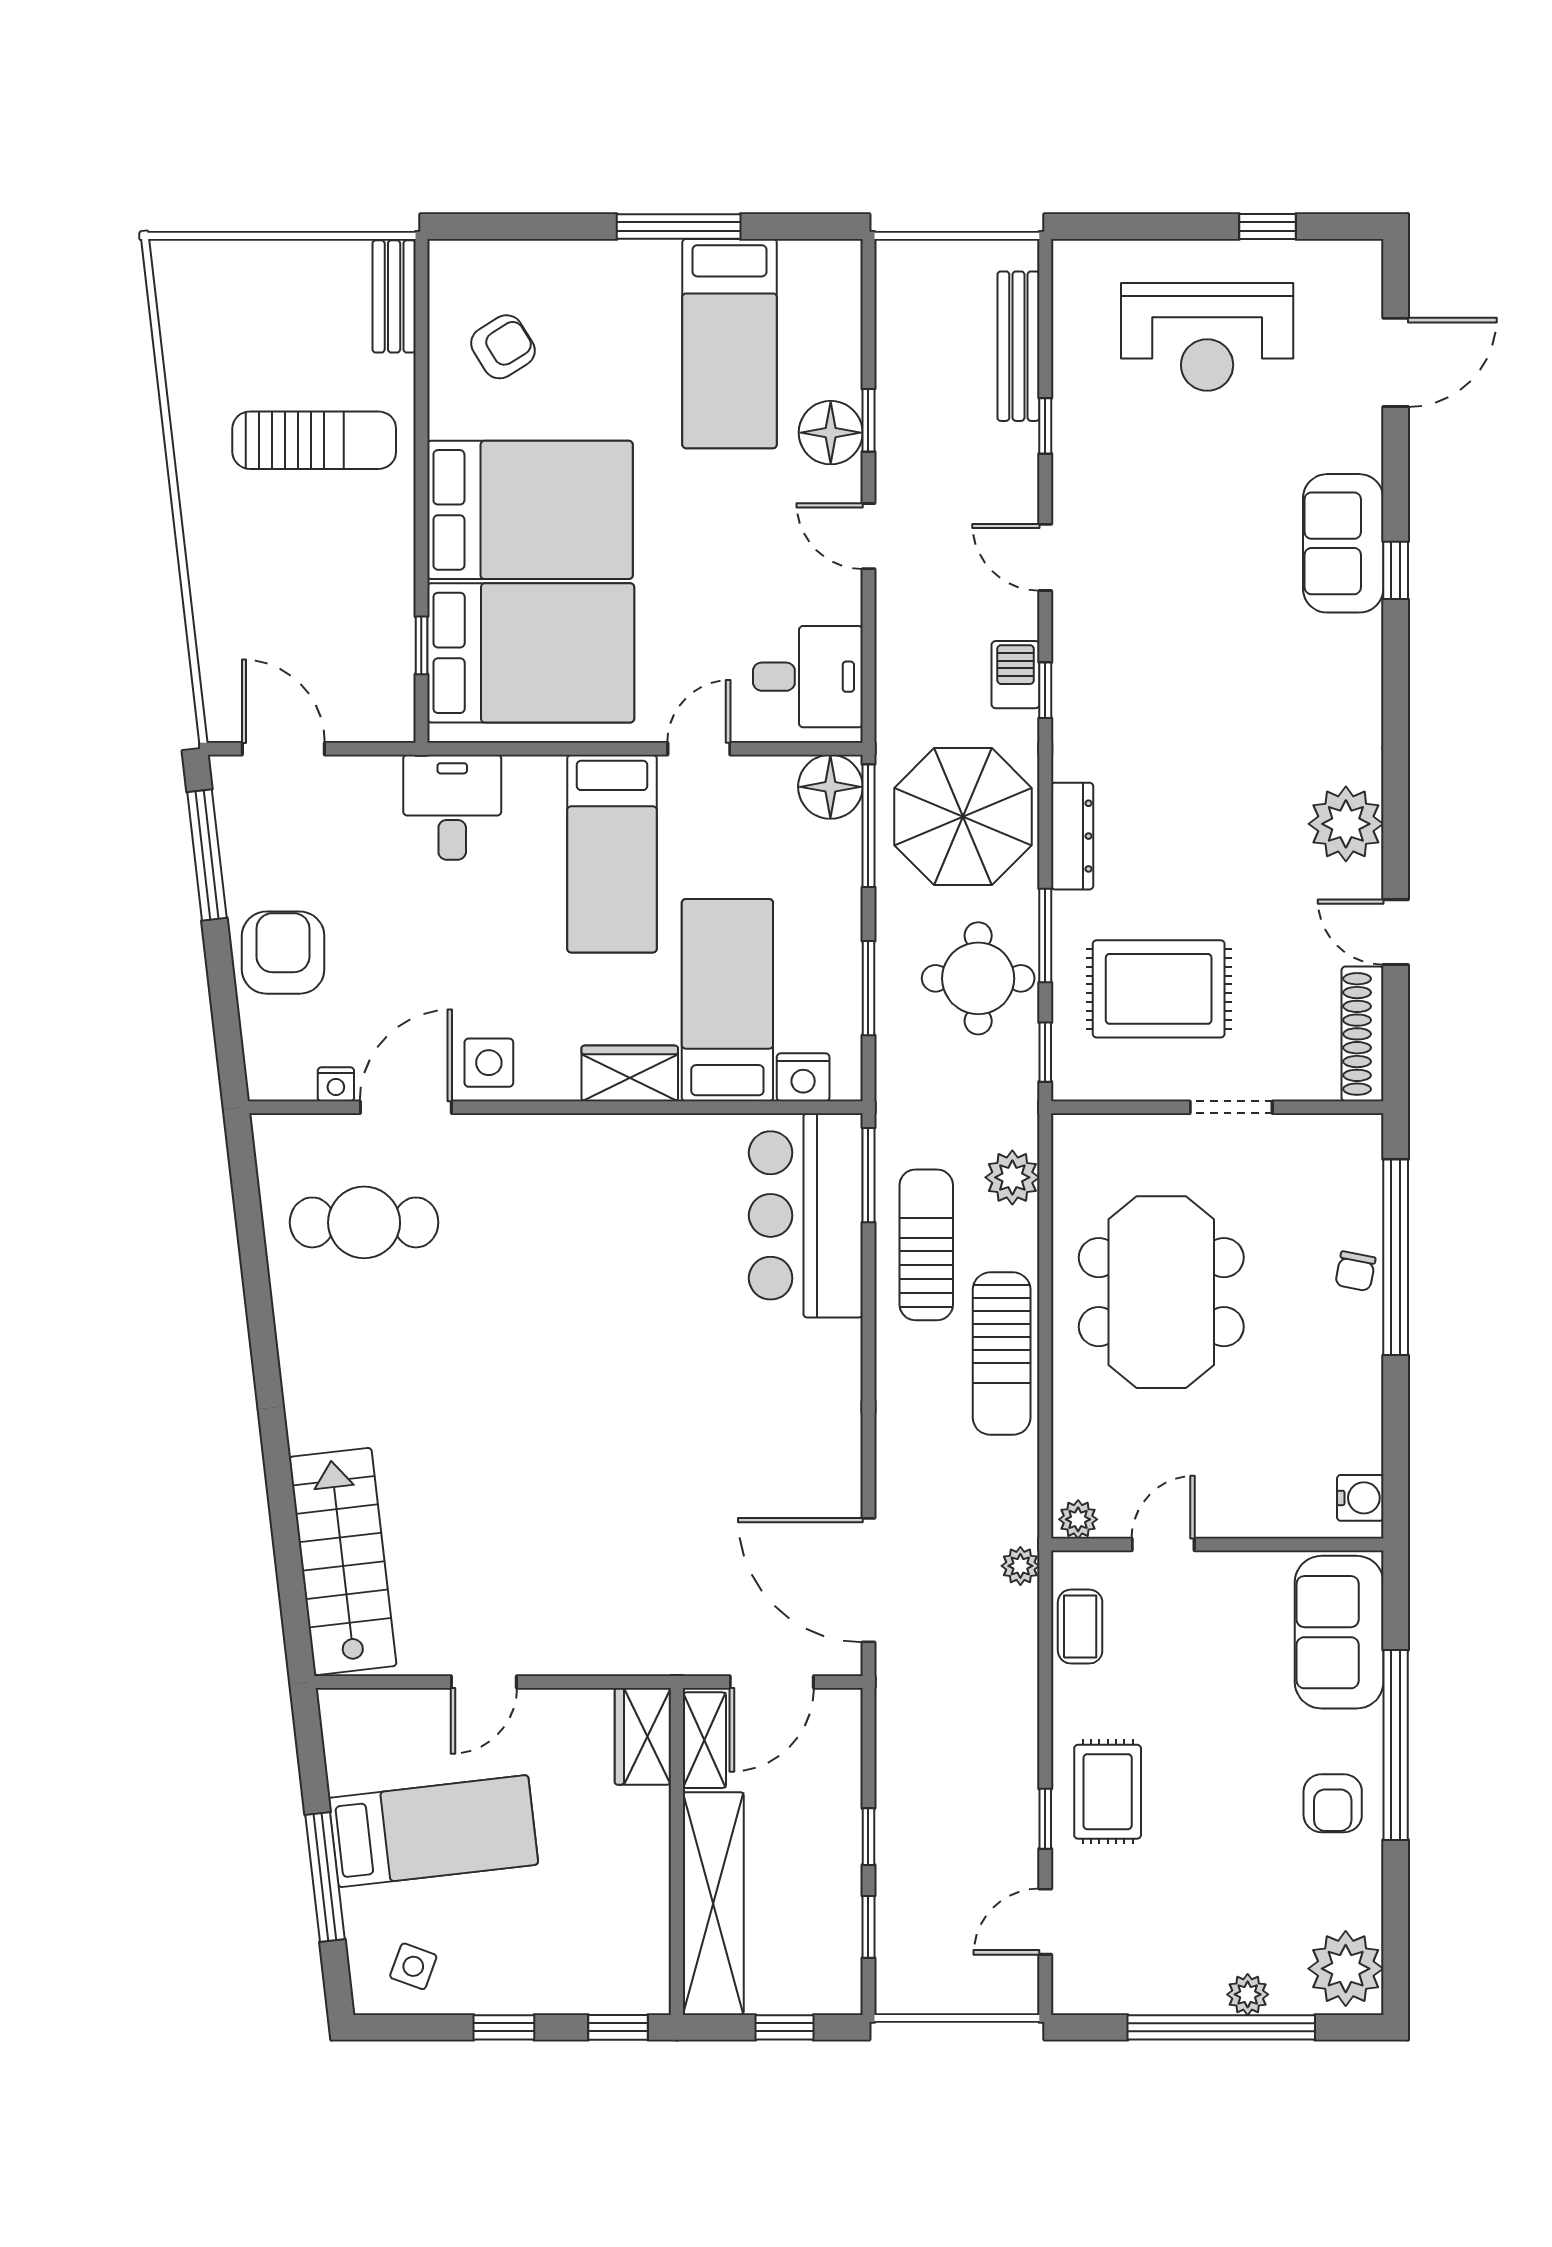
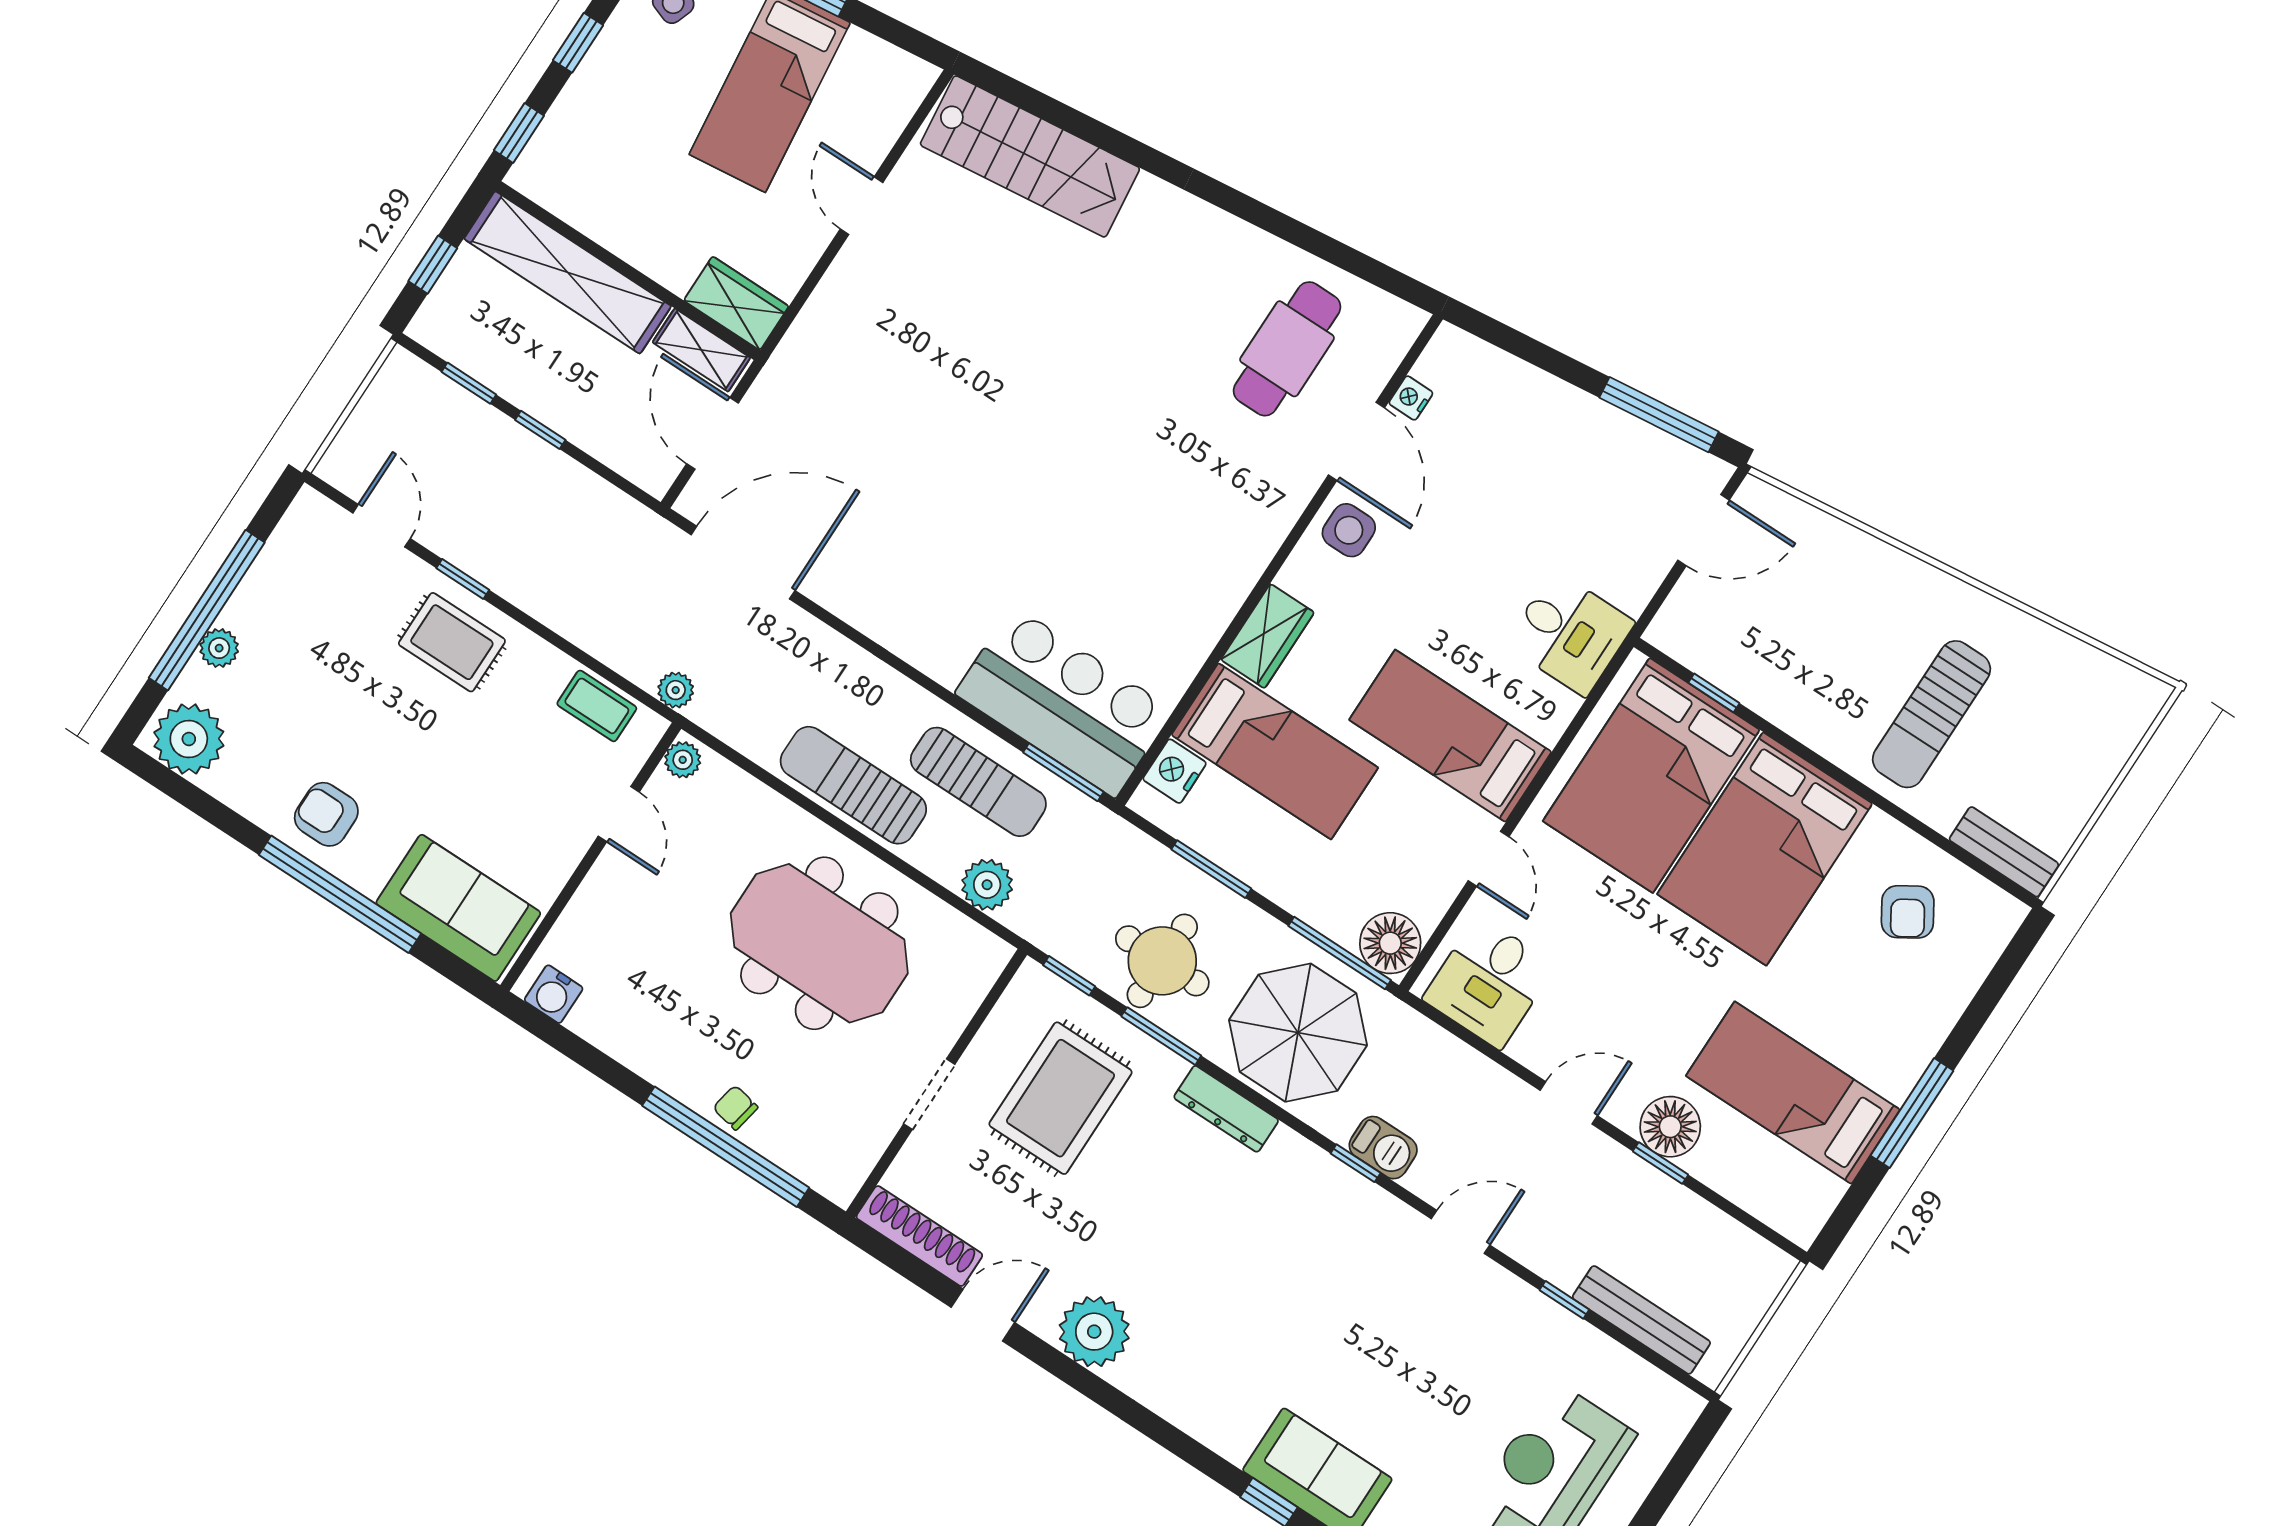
armchair: (283, 953) -> (1542, 424), removed

